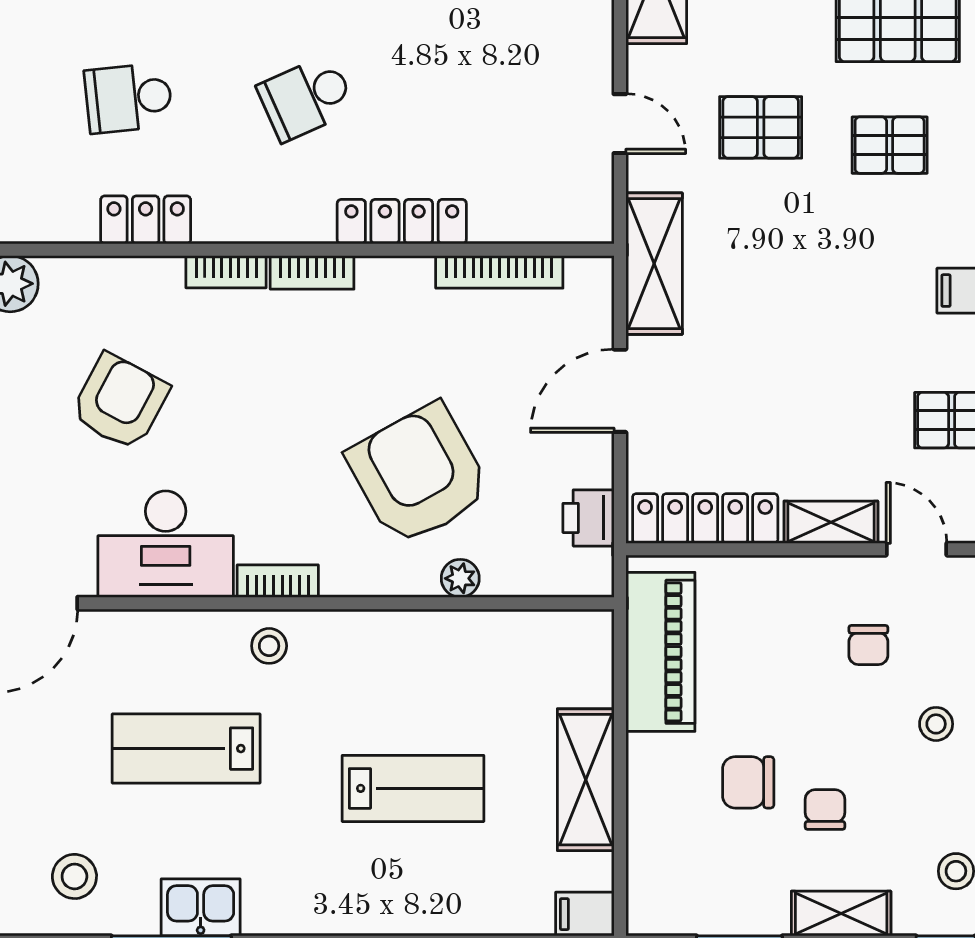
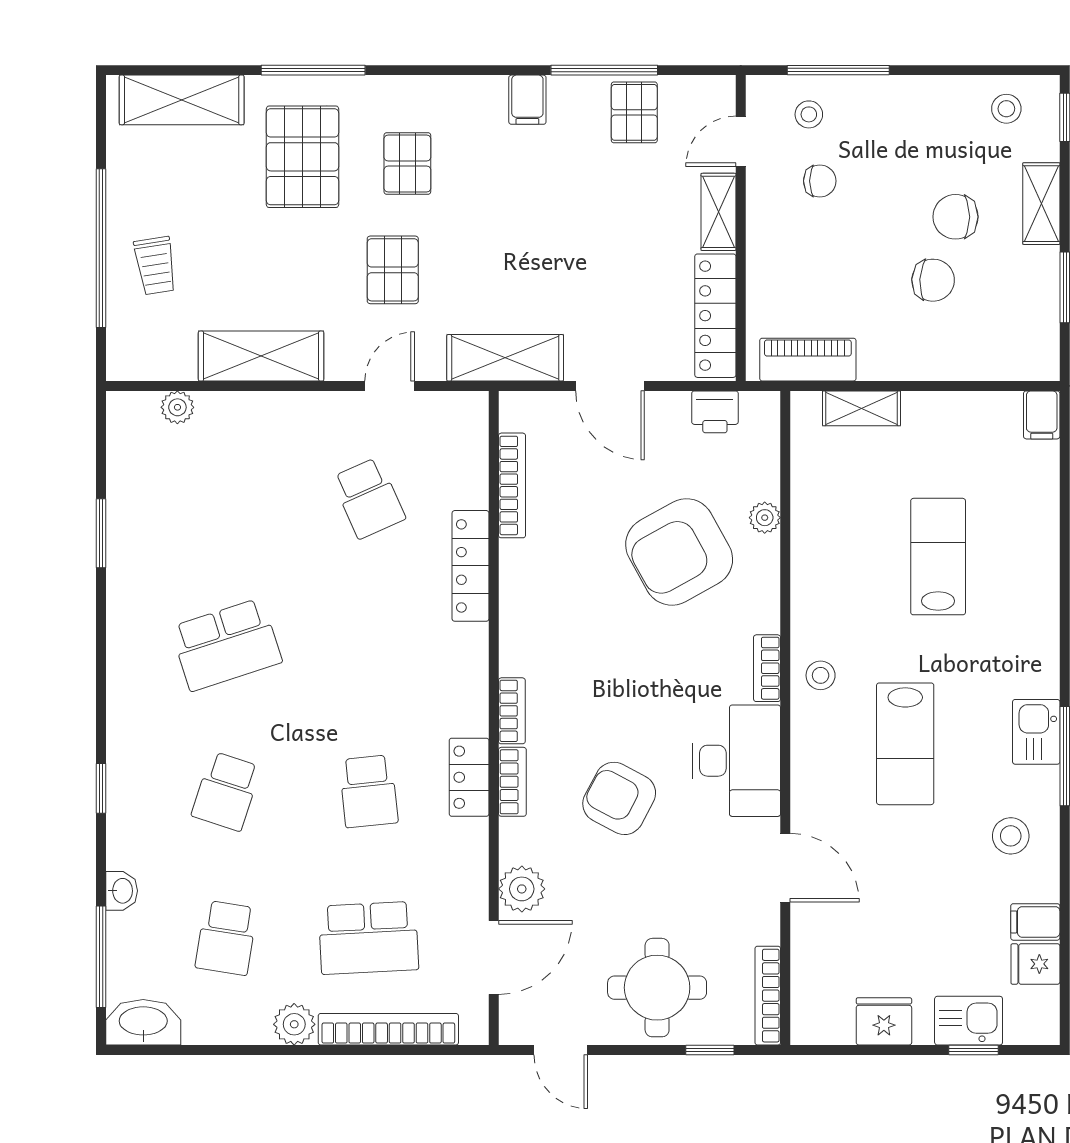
school desk: (306, 98) -> (369, 498), moved
bookcase: (312, 272) -> (512, 782), moved
piano: (660, 652) -> (808, 360), width x0.73, depth x0.75
stool: (936, 724) -> (809, 114), moved
shelving: (586, 780) -> (862, 408), moved, width x0.67, depth x0.75
chair: (748, 782) -> (933, 280), turned -87
chair: (825, 810) -> (955, 217), width x1.37, depth x1.37

